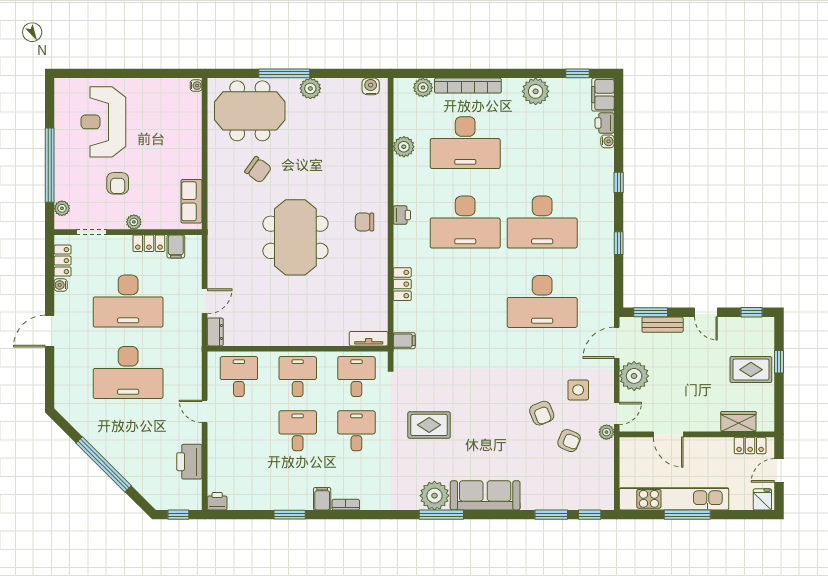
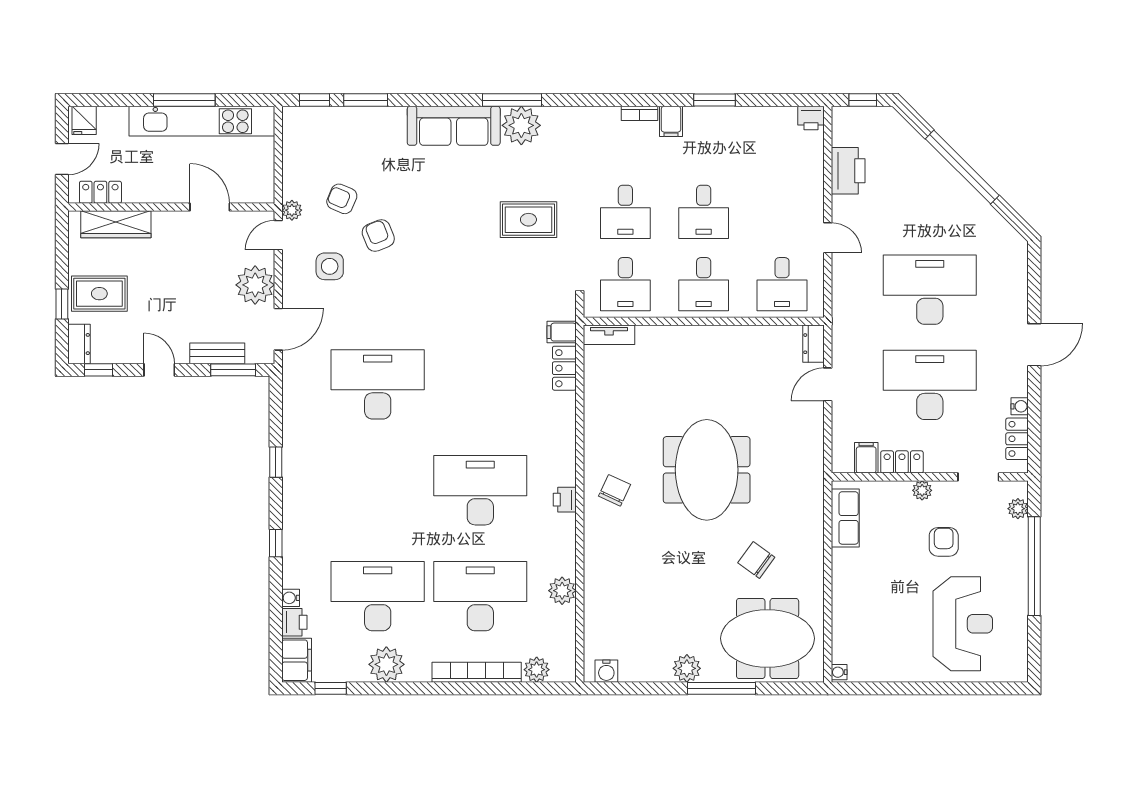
chair: (365, 222) -> (615, 490), turned -65
desk: (542, 222) -> (378, 596), moved
locker: (402, 284) -> (564, 368), moved
dresser: (766, 332) -> (79, 344), added
wardrobe: (738, 422) -> (116, 224), width x1.50

